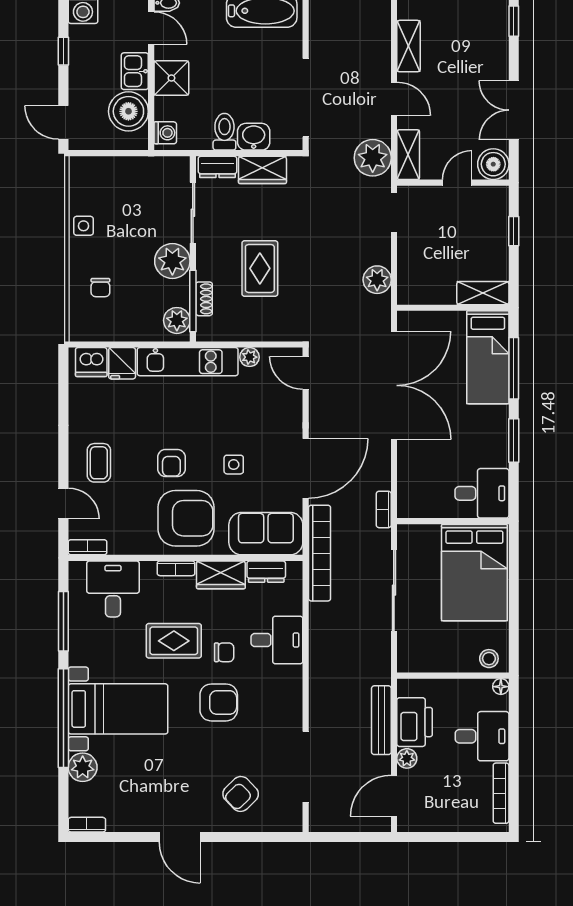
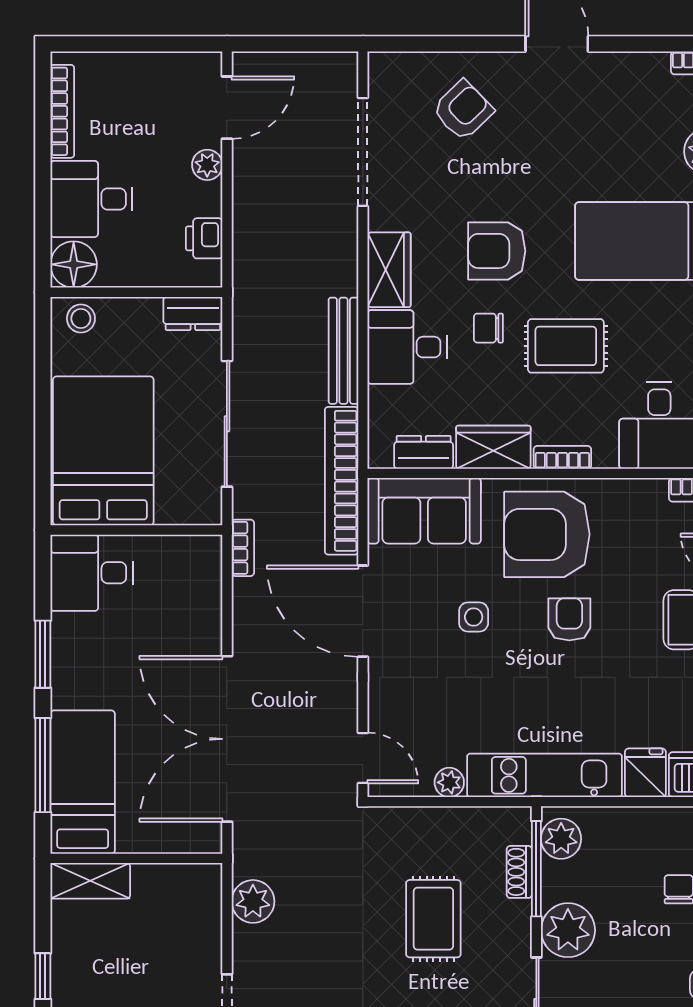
door: (306, 468) -> (363, 611), hinge flipped
dresser: (416, 662) -> (193, 313), added
floor lamp: (501, 687) -> (74, 264), width x1.89, depth x1.89
wardrobe: (289, 690) -> (389, 270), added
bench: (381, 720) -> (343, 351), moved
printer: (415, 722) -> (204, 238), width x0.53, depth x0.68

